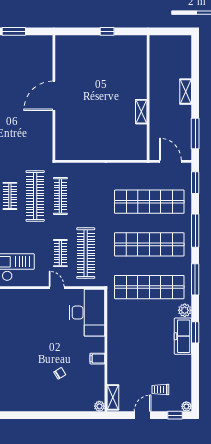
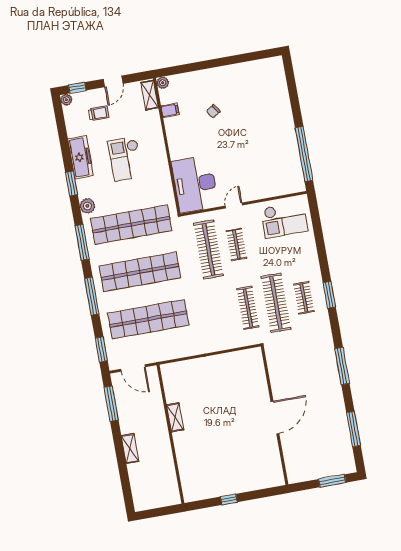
door: (57, 288) -> (234, 205), swing flipped
freezer: (183, 336) -> (81, 157), moved
checkout: (144, 345) -> (125, 159), added
filing cabinet: (97, 359) -> (170, 110), moved

